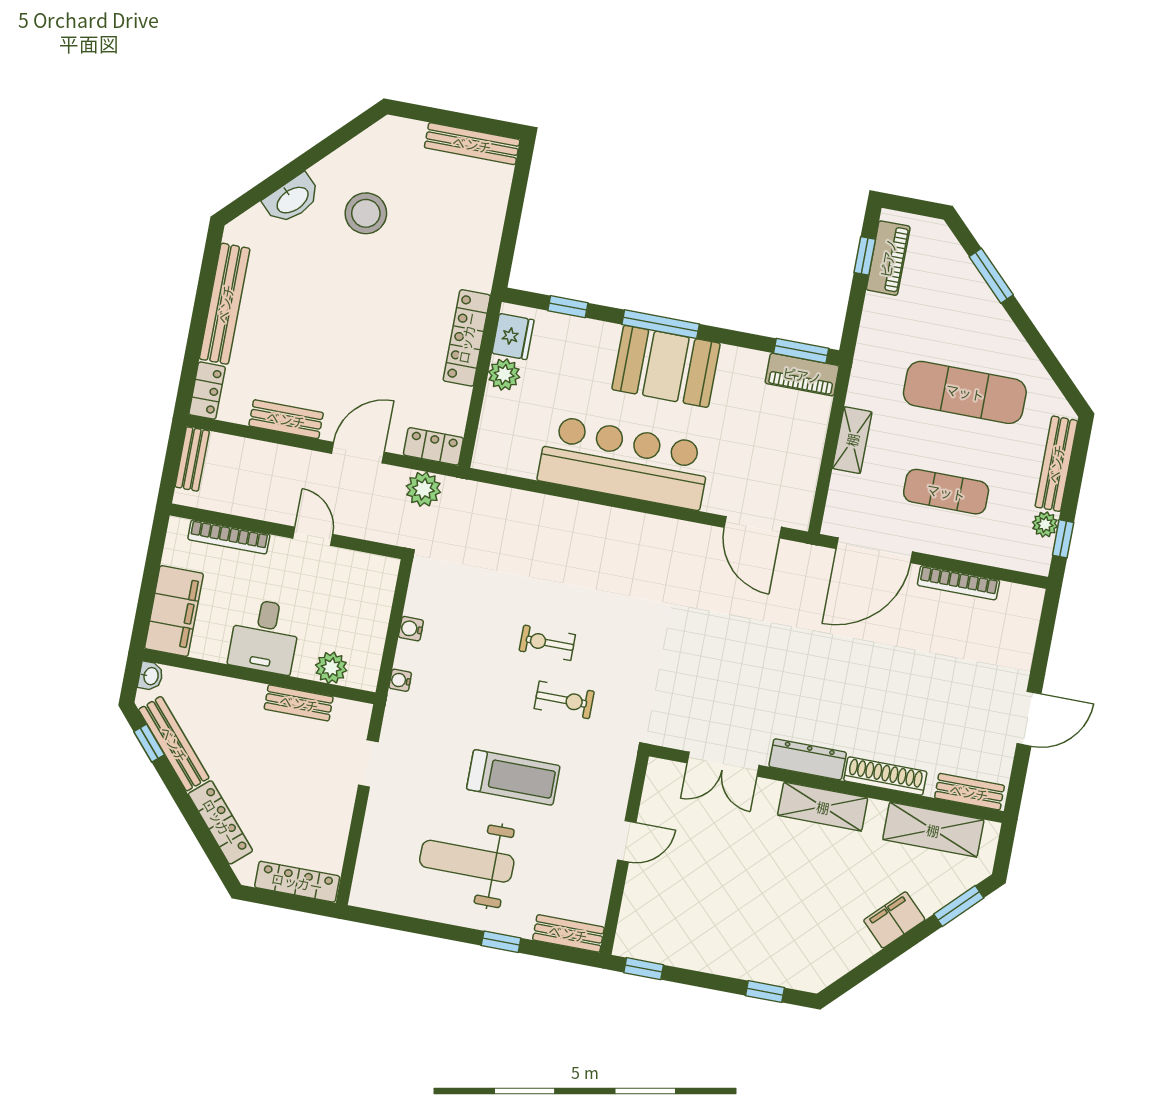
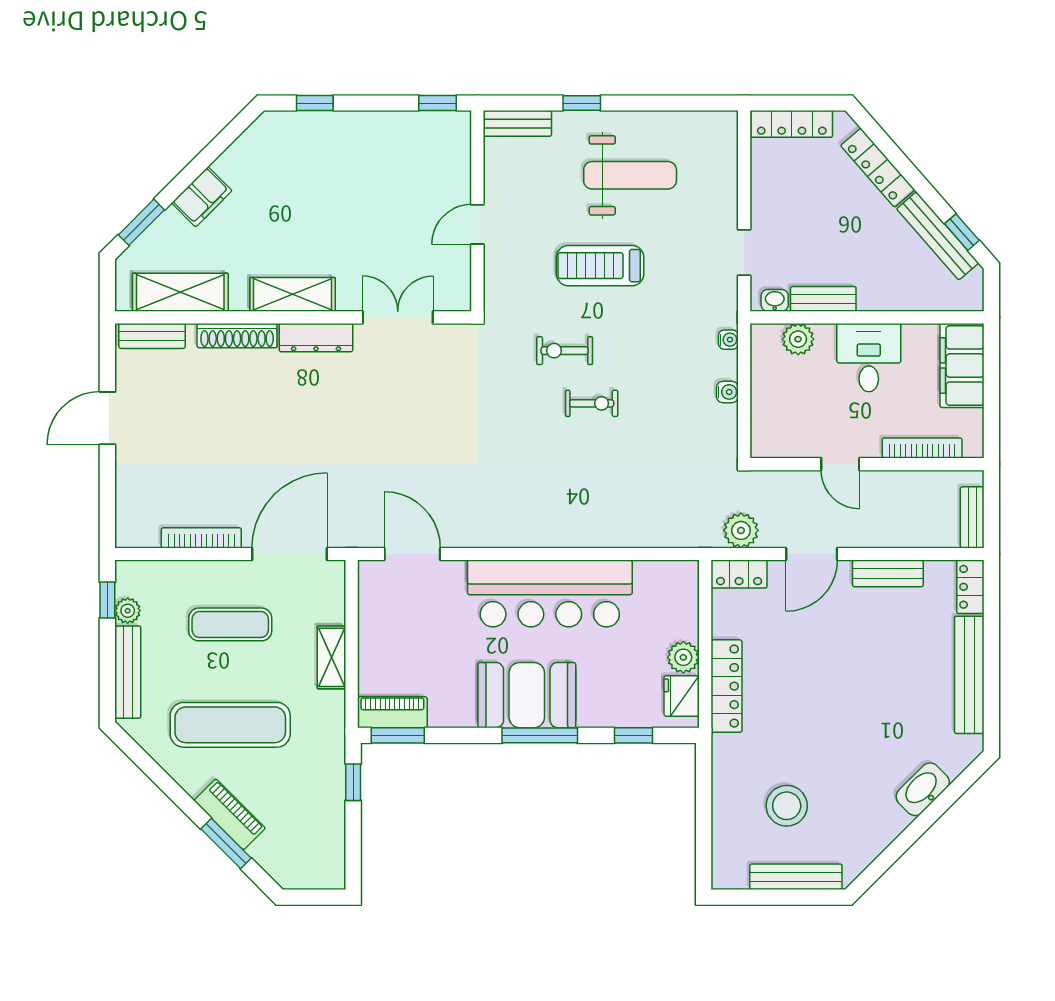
bench: (472, 144) -> (796, 877), moved
stool: (366, 213) -> (787, 806), moved
window: (865, 256) -> (353, 782), moved
piano: (888, 258) -> (230, 814), moved, turned 135
washbasin: (150, 676) -> (775, 300), moved, turned 90

